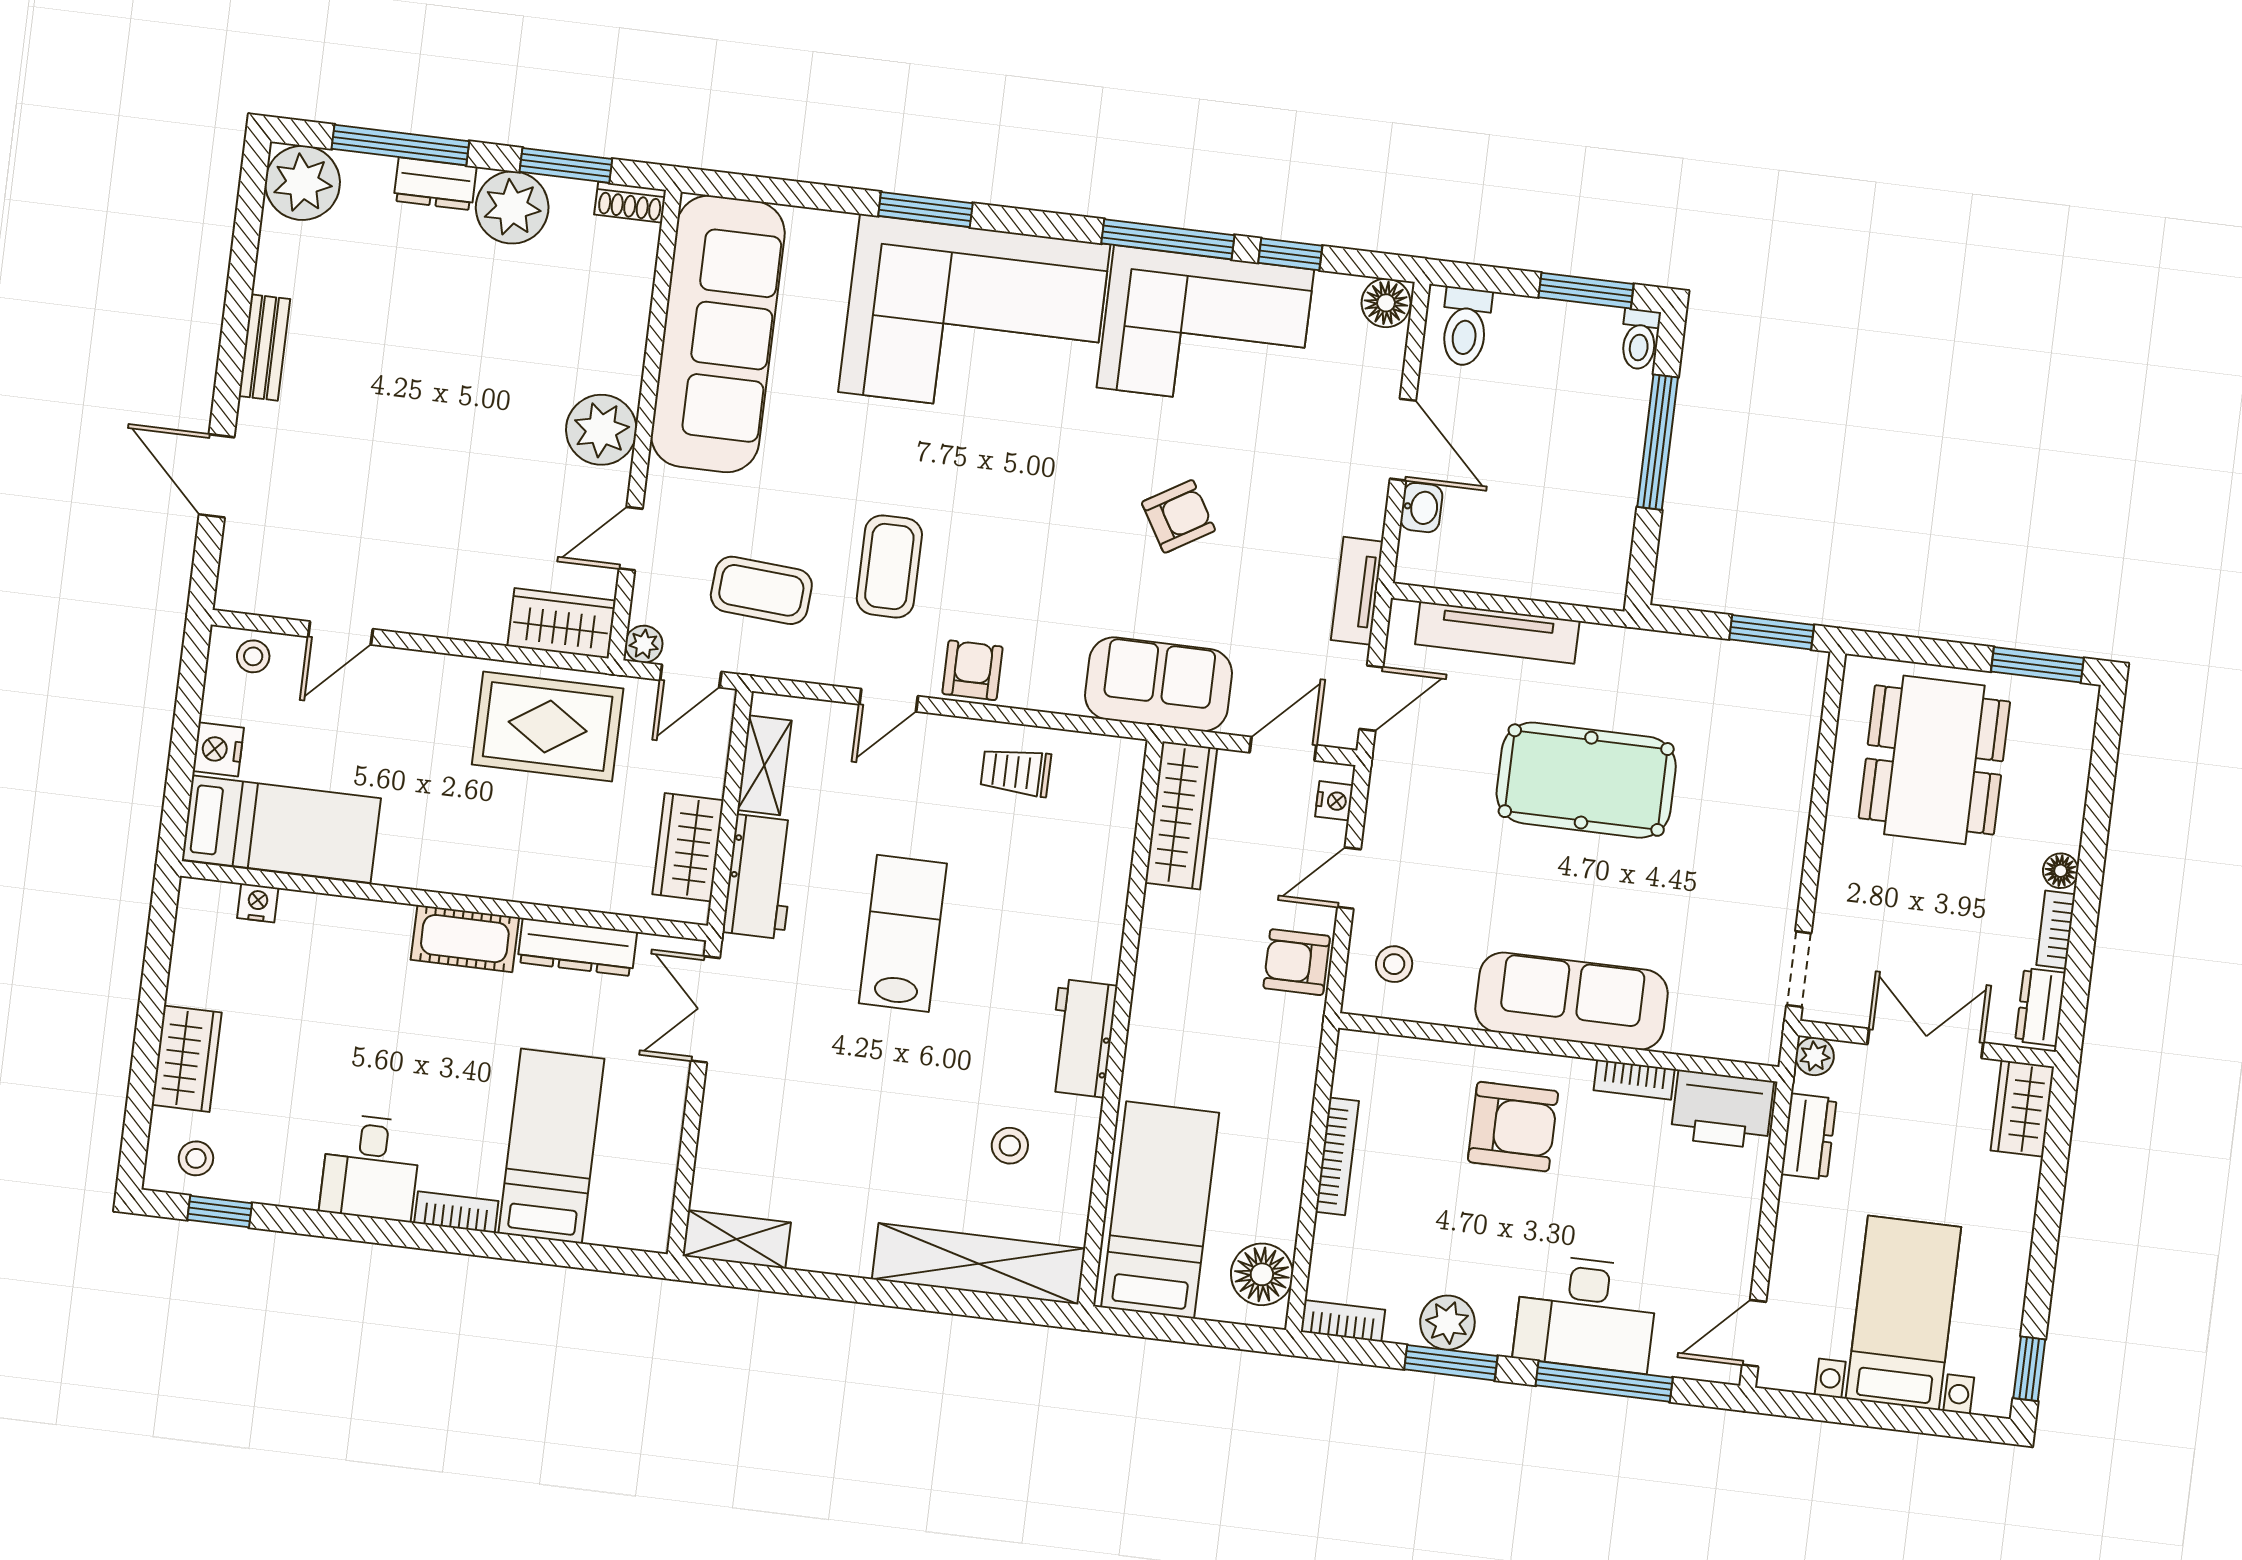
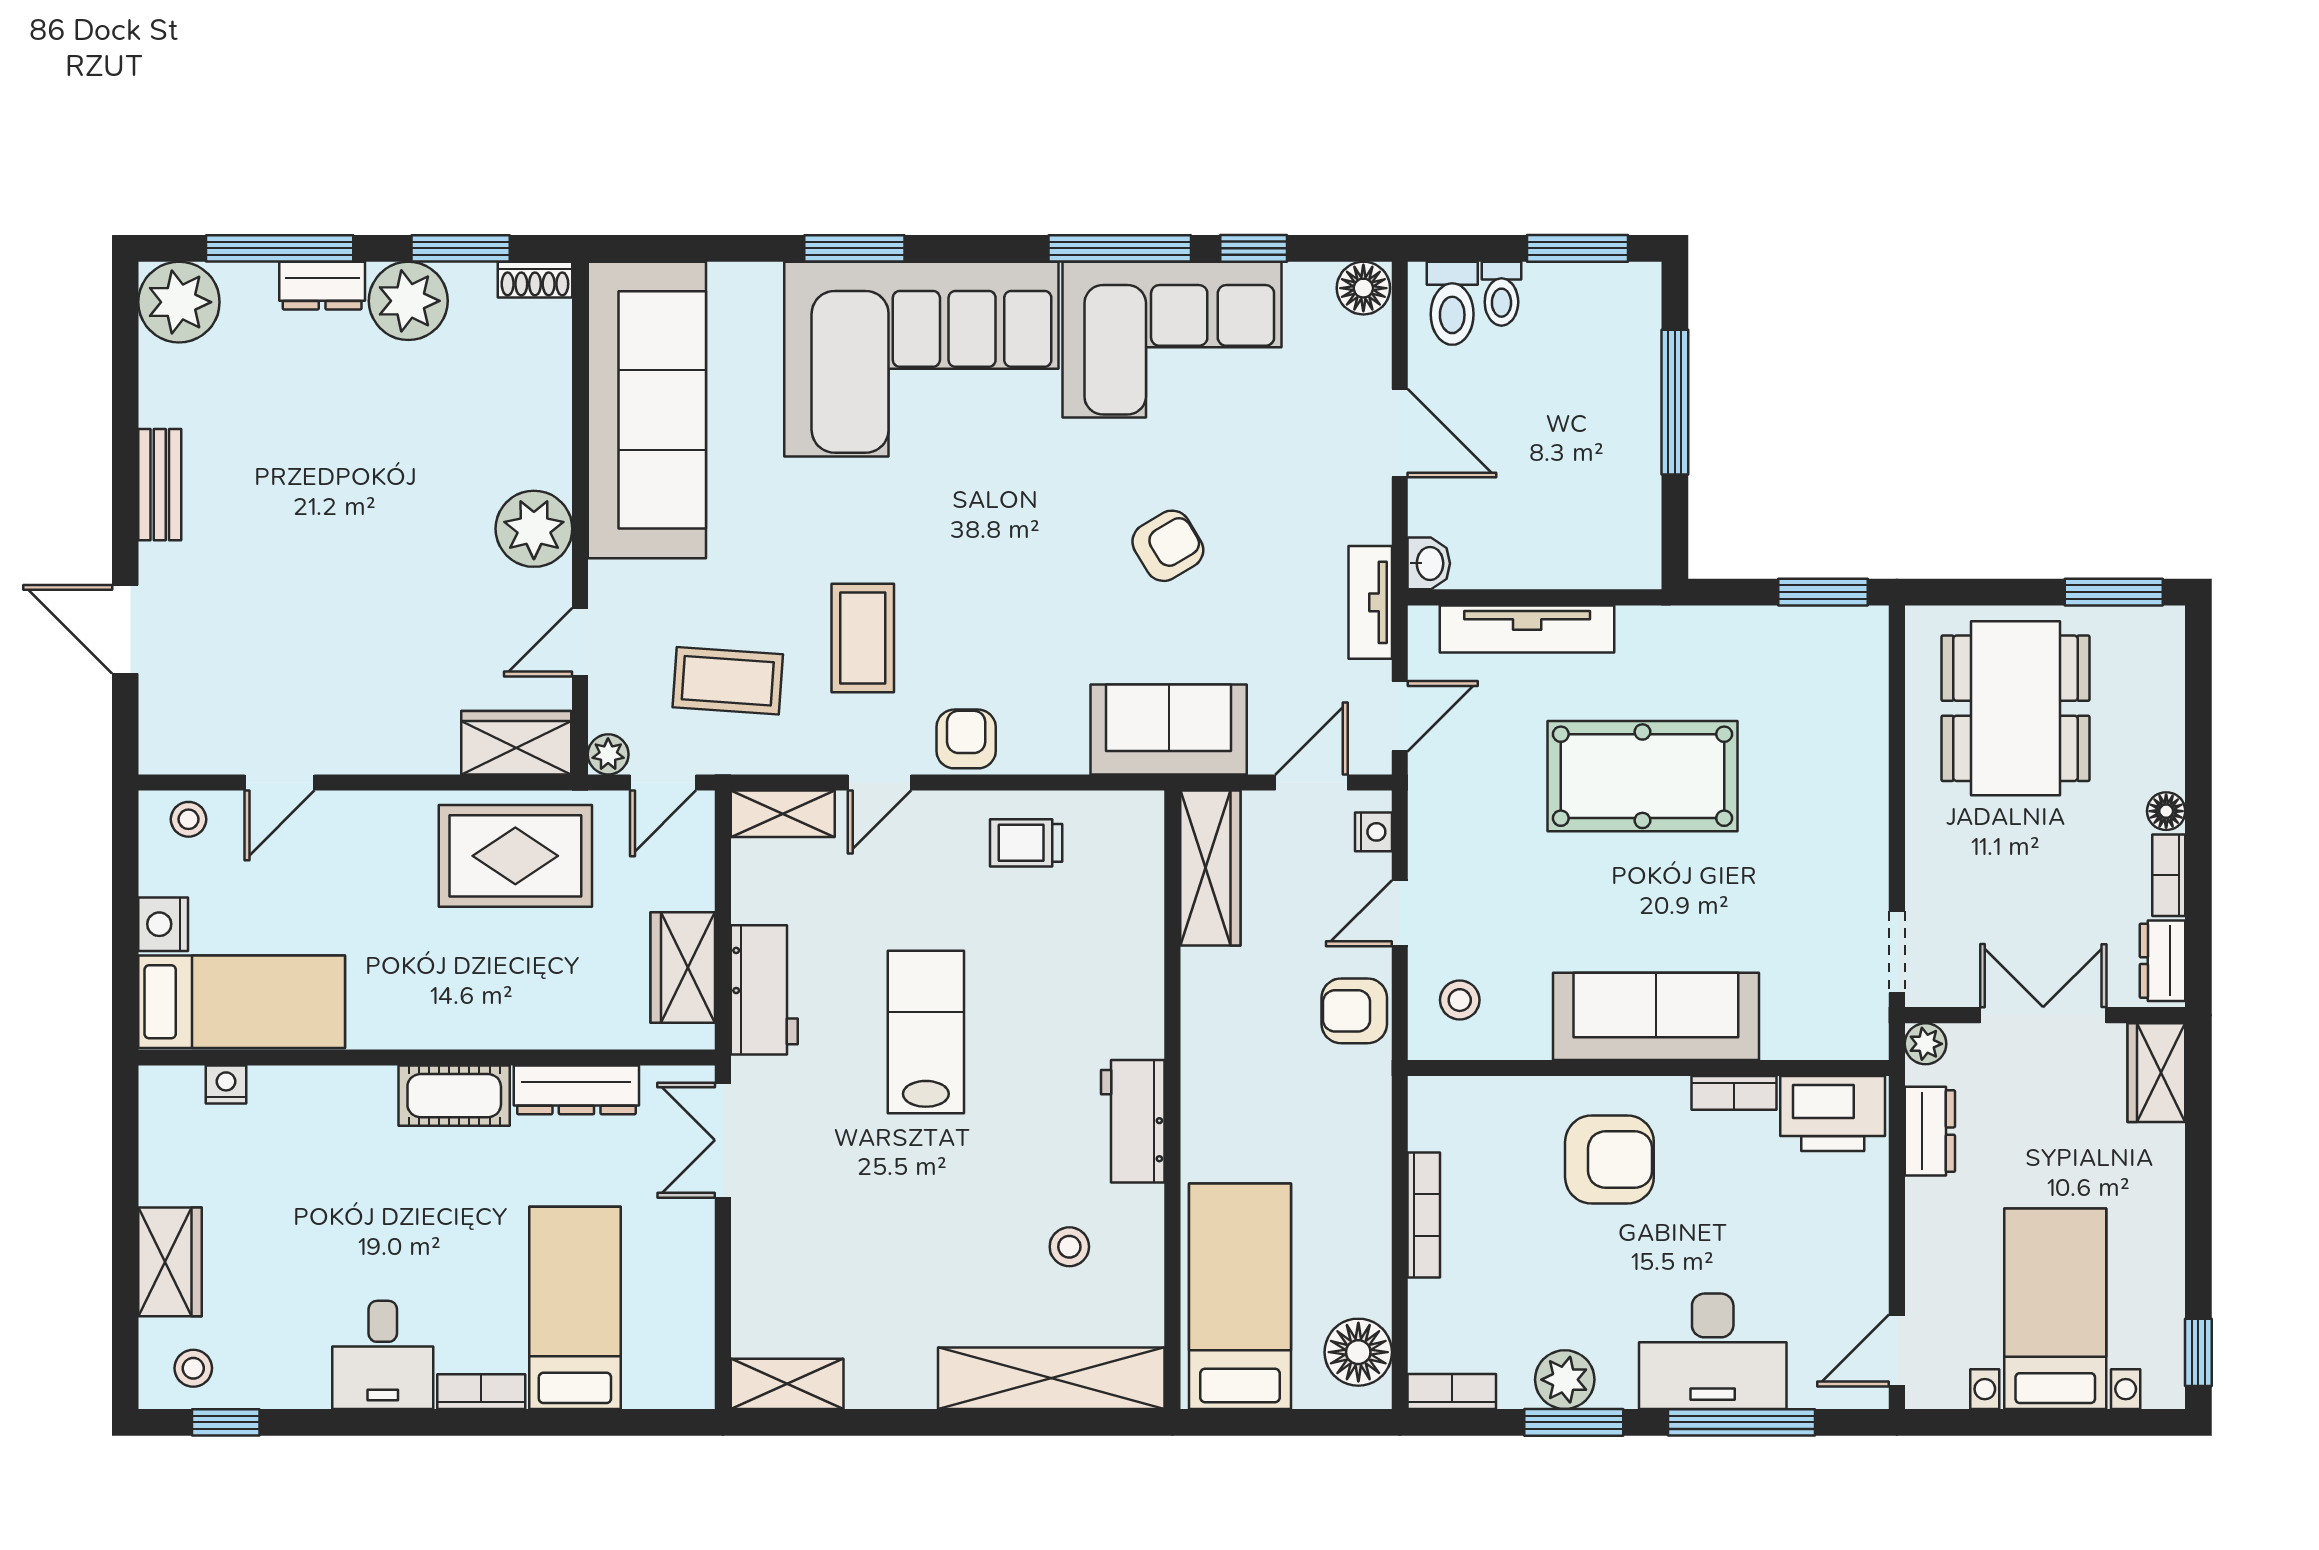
toilet: (1640, 339) -> (1501, 294), moved
washbasin: (1421, 508) -> (1429, 563), moved
shelving: (764, 765) -> (783, 814), moved, turned 90

